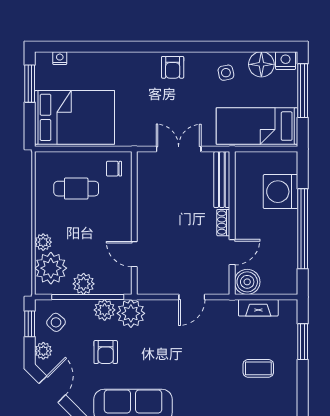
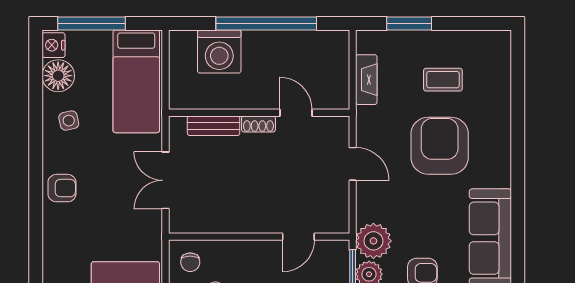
bench: (222, 180) -> (214, 126), width x0.73
boiler: (247, 282) -> (334, 94), removed
armchair: (206, 366) -> (440, 146), added
coffee table: (258, 368) -> (443, 80), turned 90

